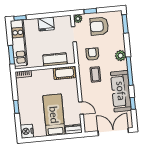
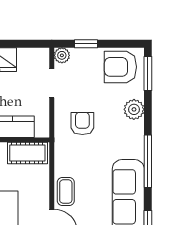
armchair: (99, 26) -> (120, 67), moved
plant: (121, 56) -> (134, 109), moved
coffee table: (95, 74) -> (66, 192), moved

